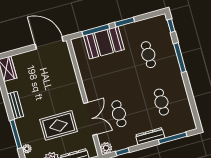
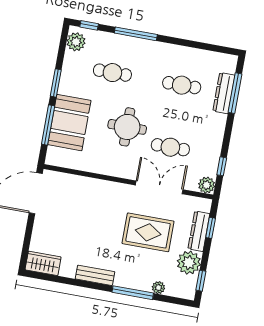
plant: (157, 22) -> (76, 42), added
round table: (119, 80) -> (127, 127), added
rug: (59, 125) -> (148, 232), turned 90
dresser: (150, 136) -> (224, 93), moved

